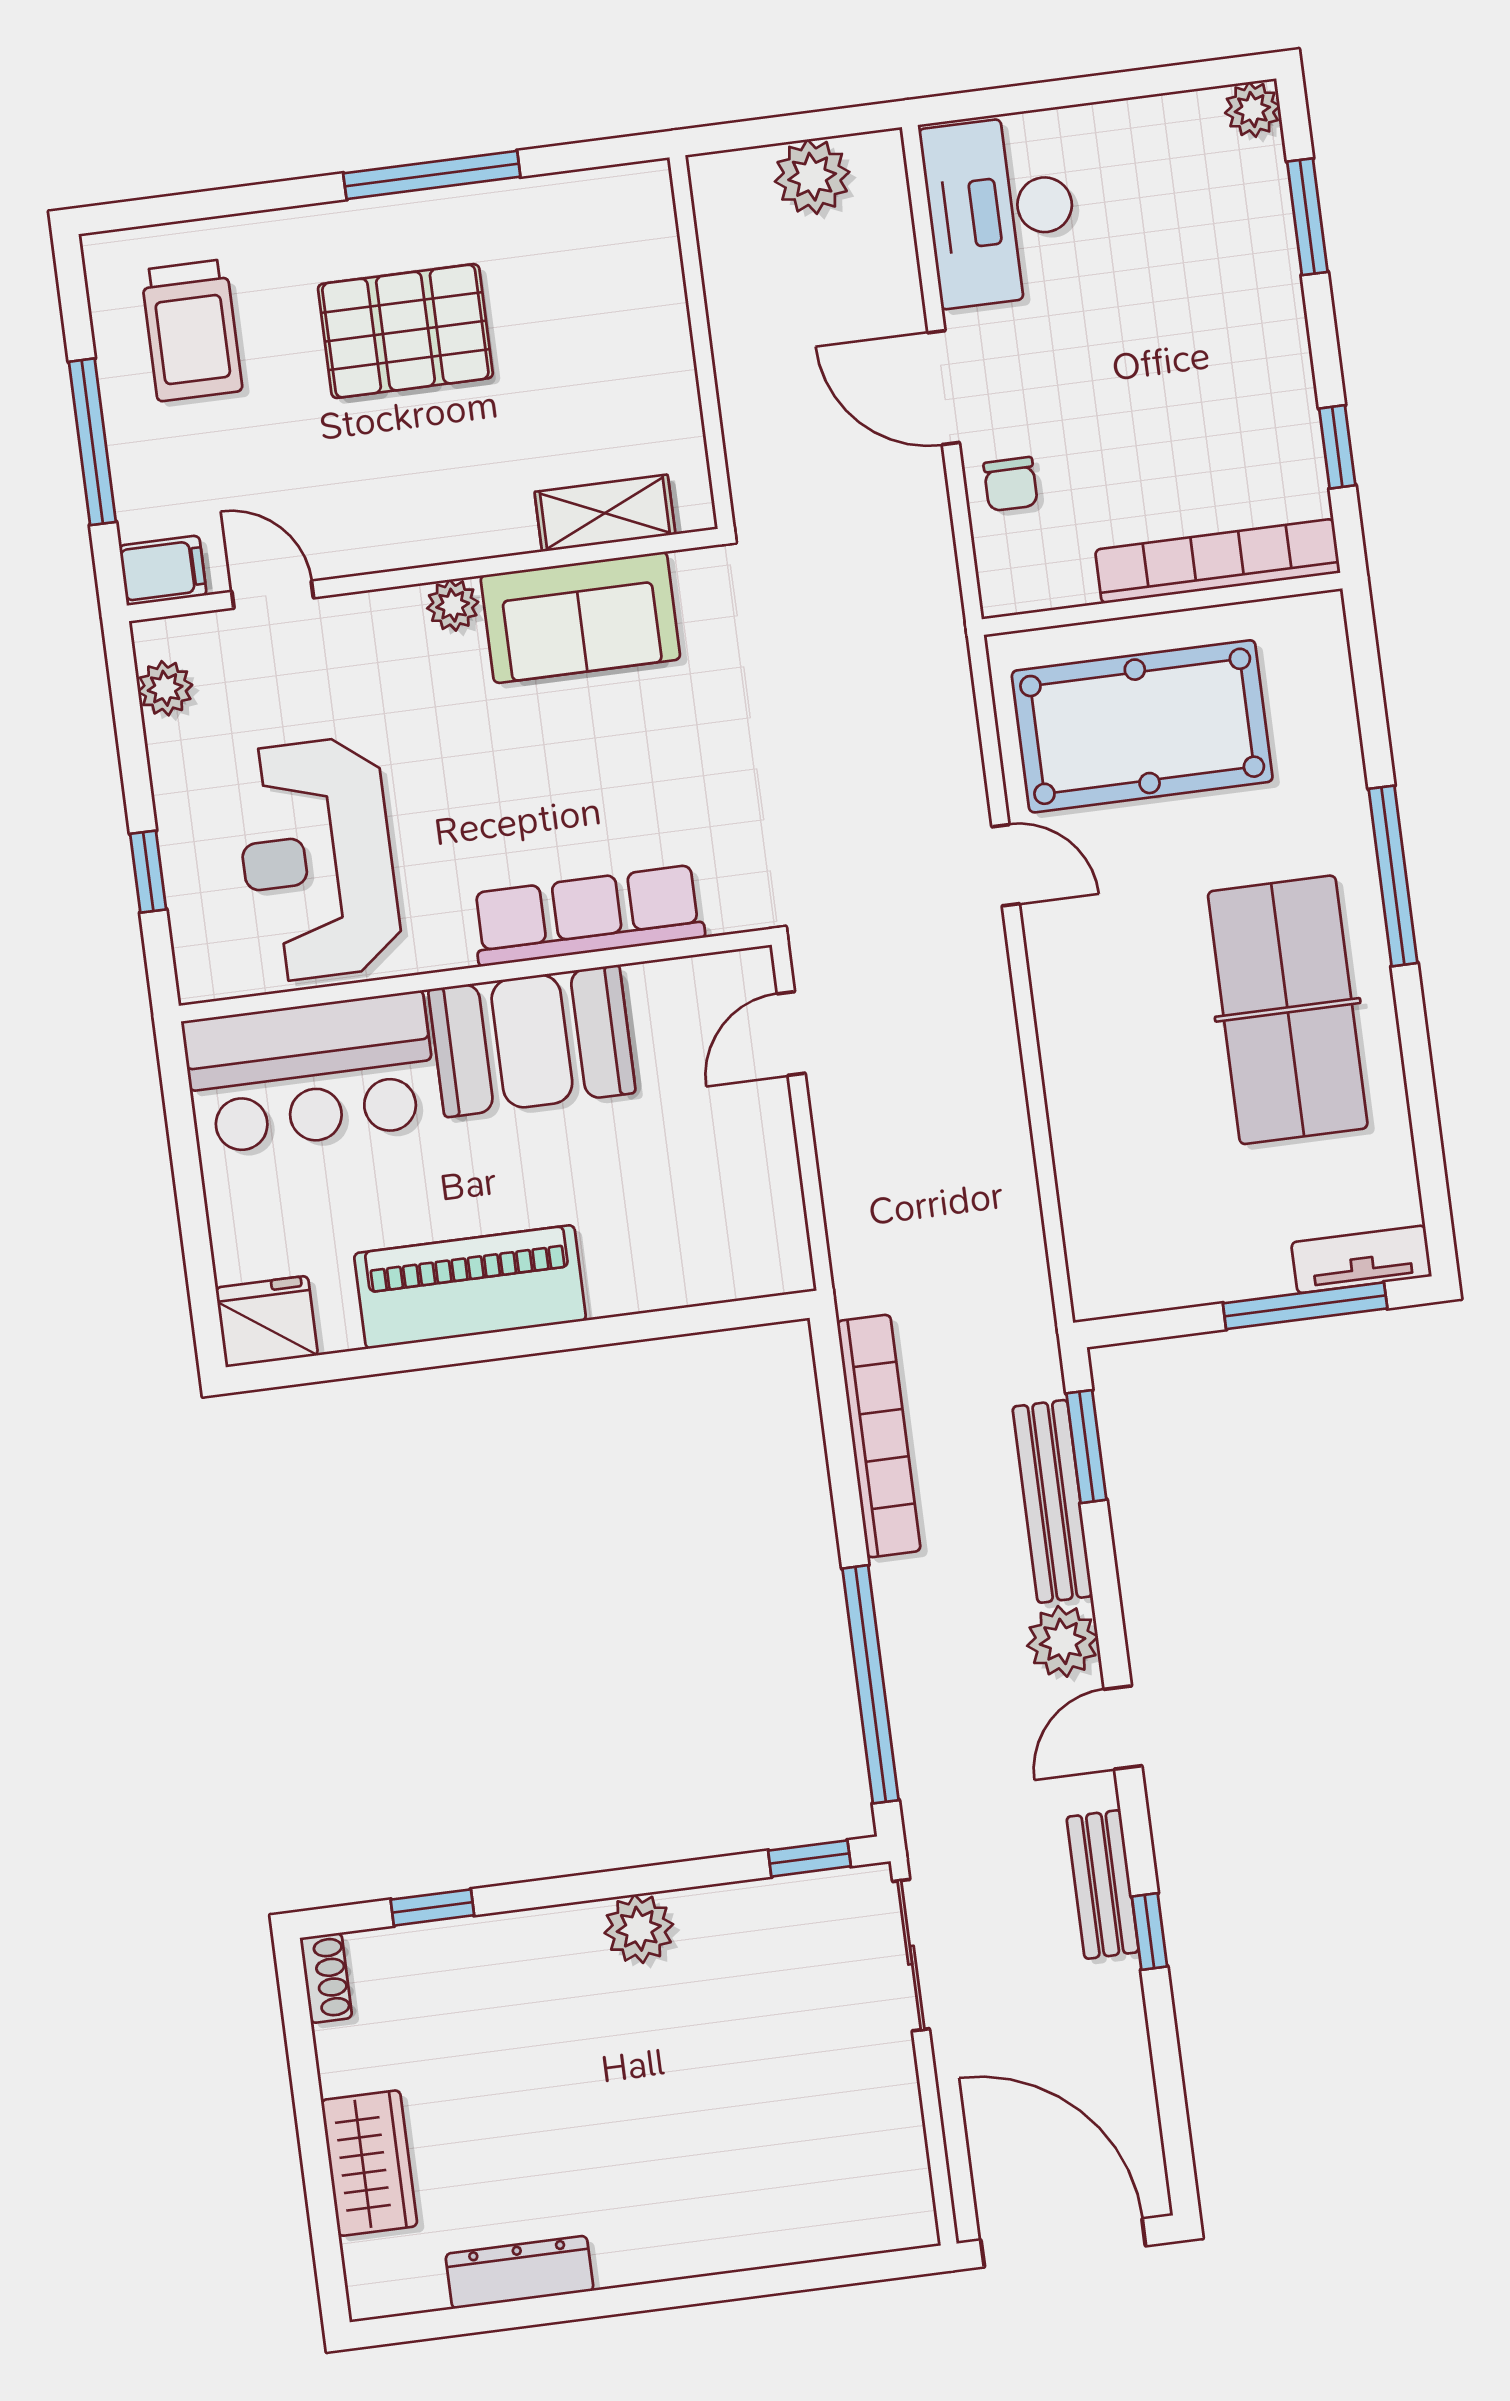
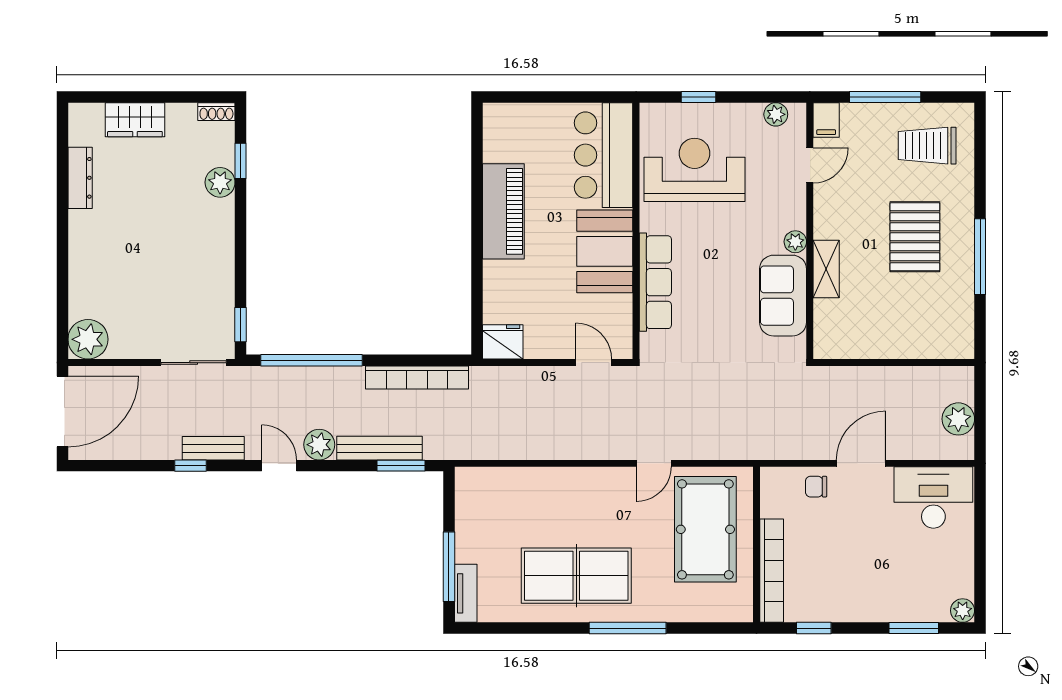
shelving: (605, 513) -> (826, 269), moved
fridge: (267, 1321) -> (503, 342), moved, turned -90
plant: (639, 1929) -> (220, 182), moved
plant: (889, 2206) -> (88, 339), added

